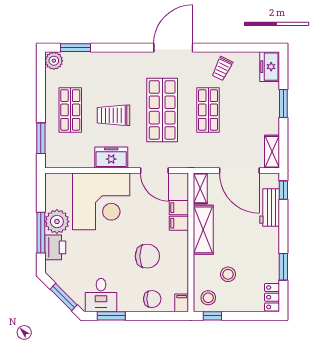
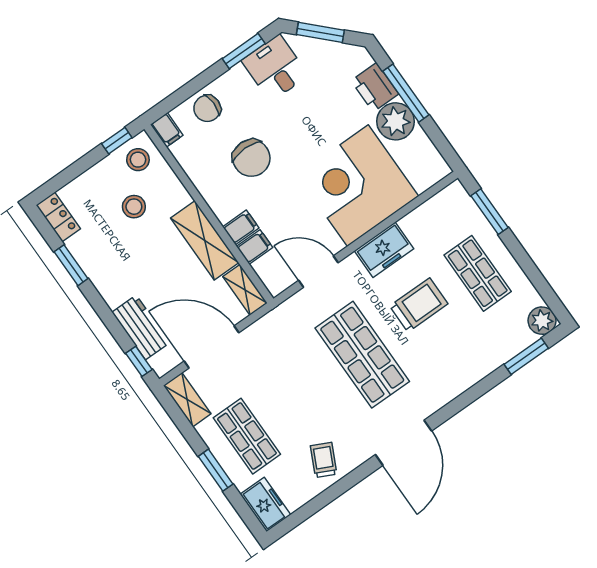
shop shelf: (208, 110) -> (247, 436), moved
chair: (147, 256) -> (251, 158), turned -90

